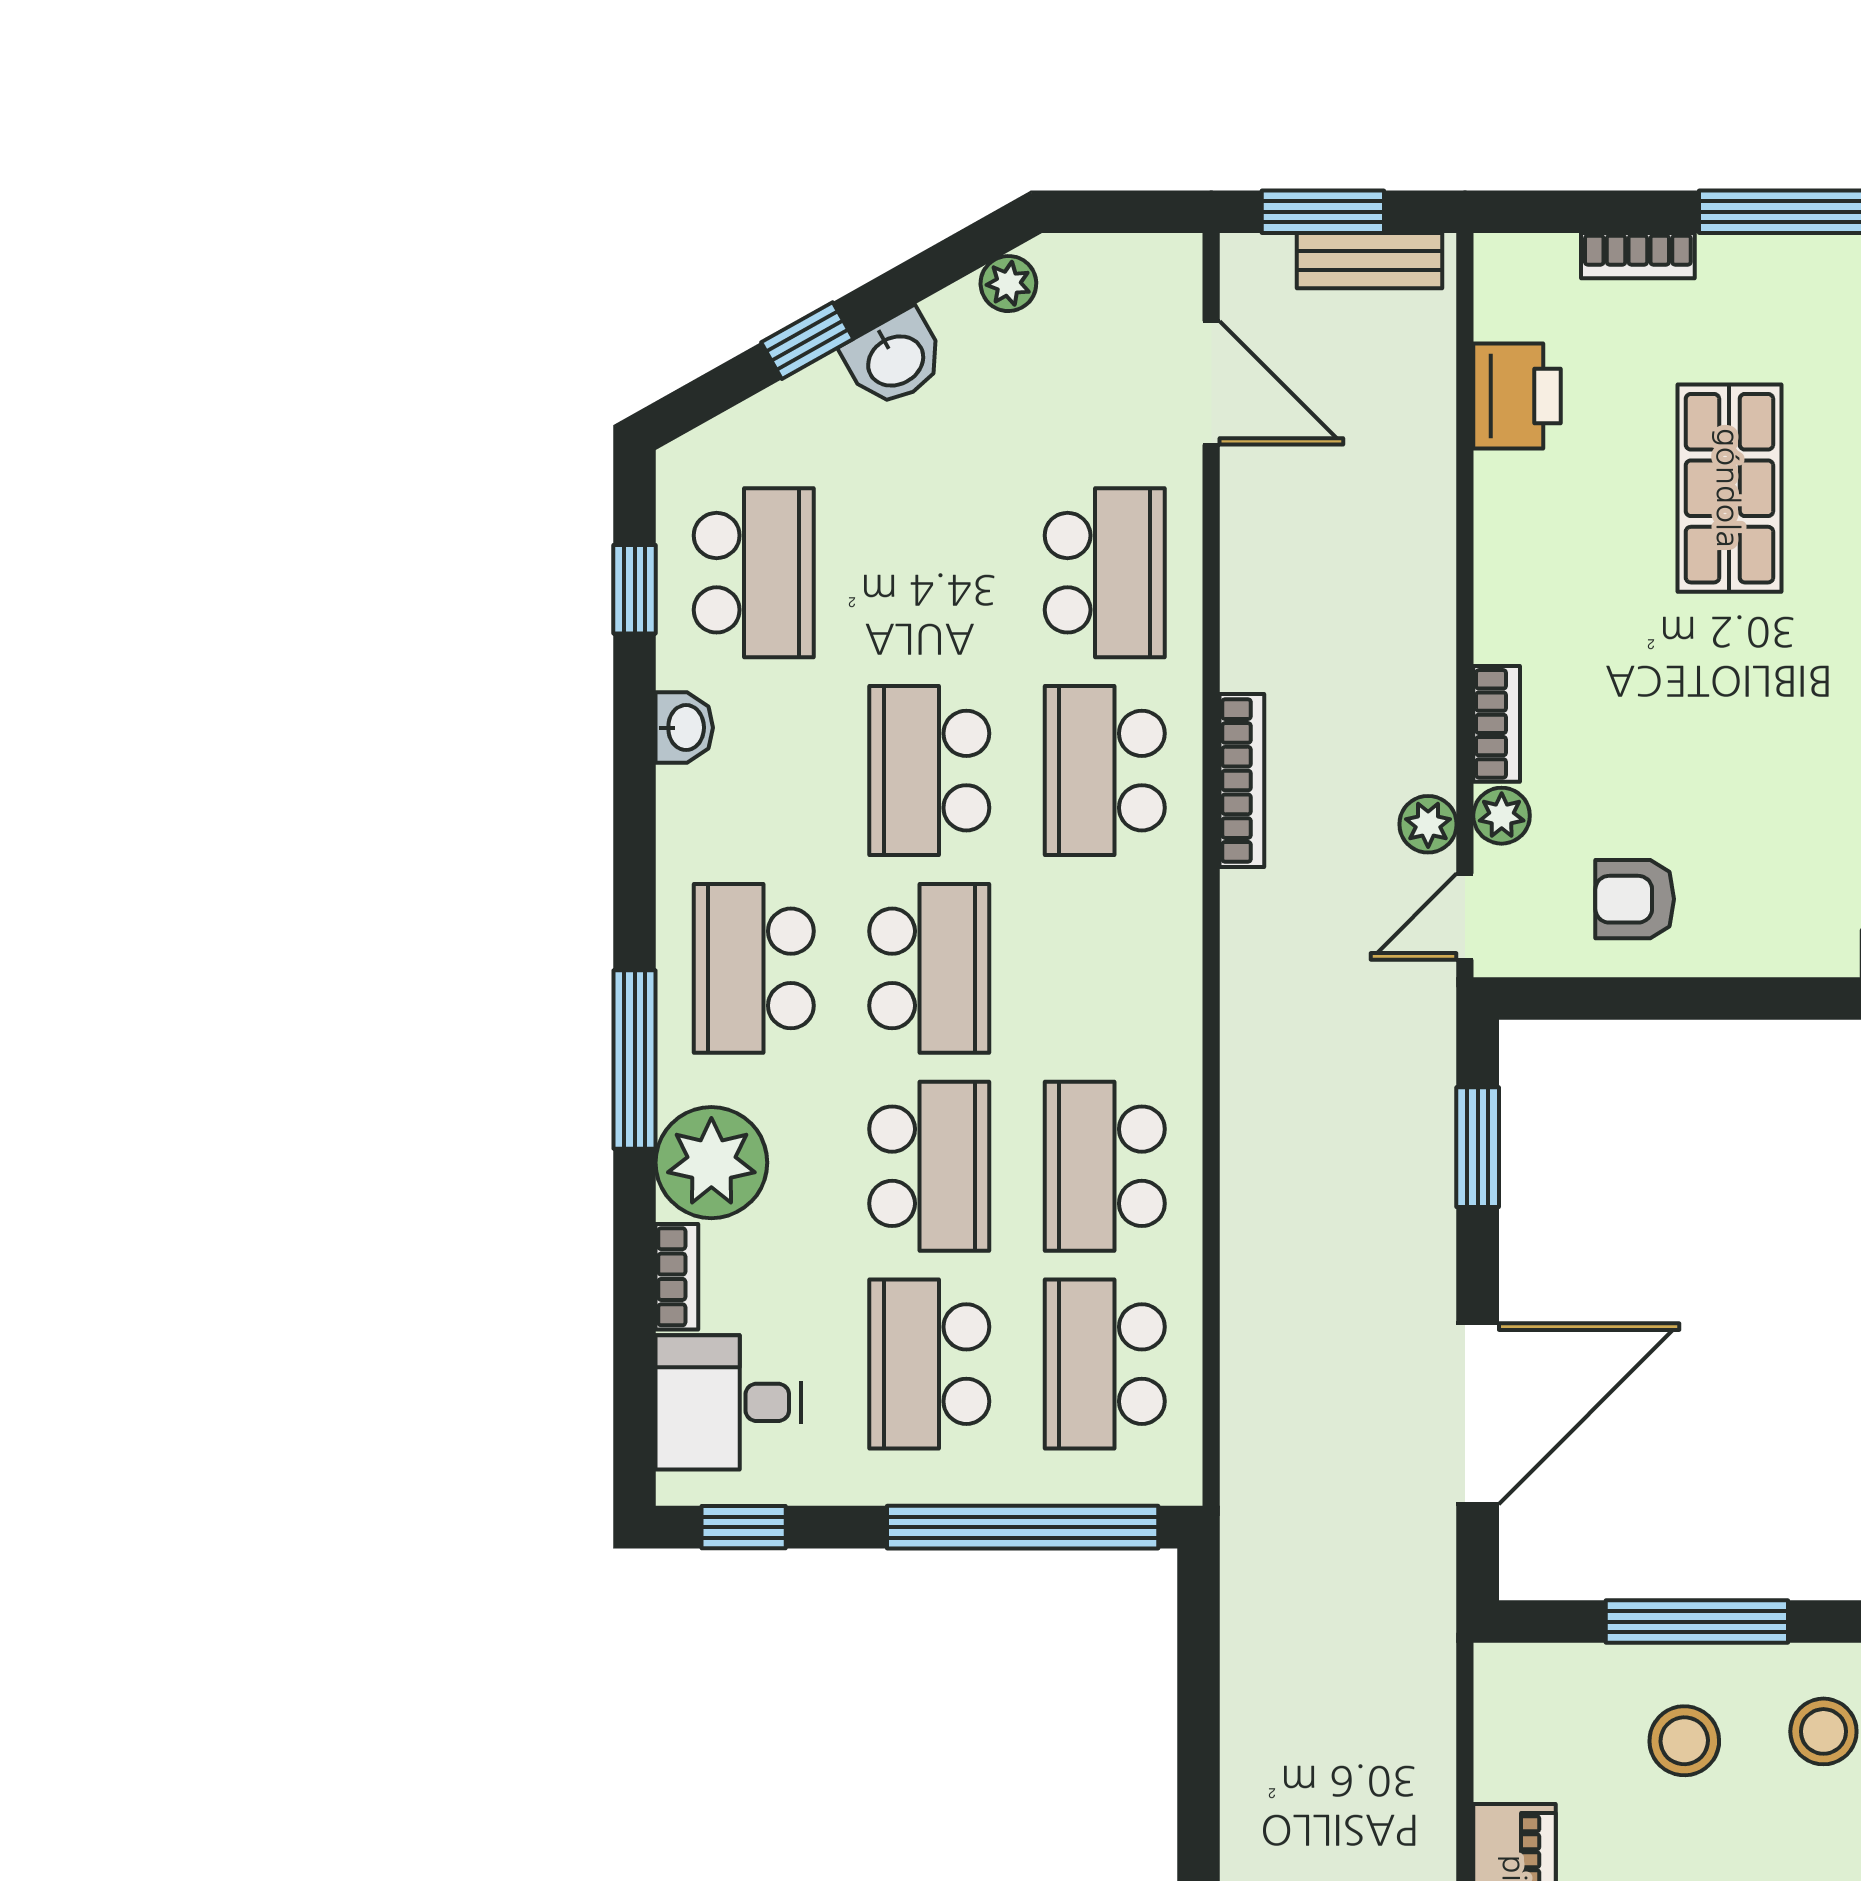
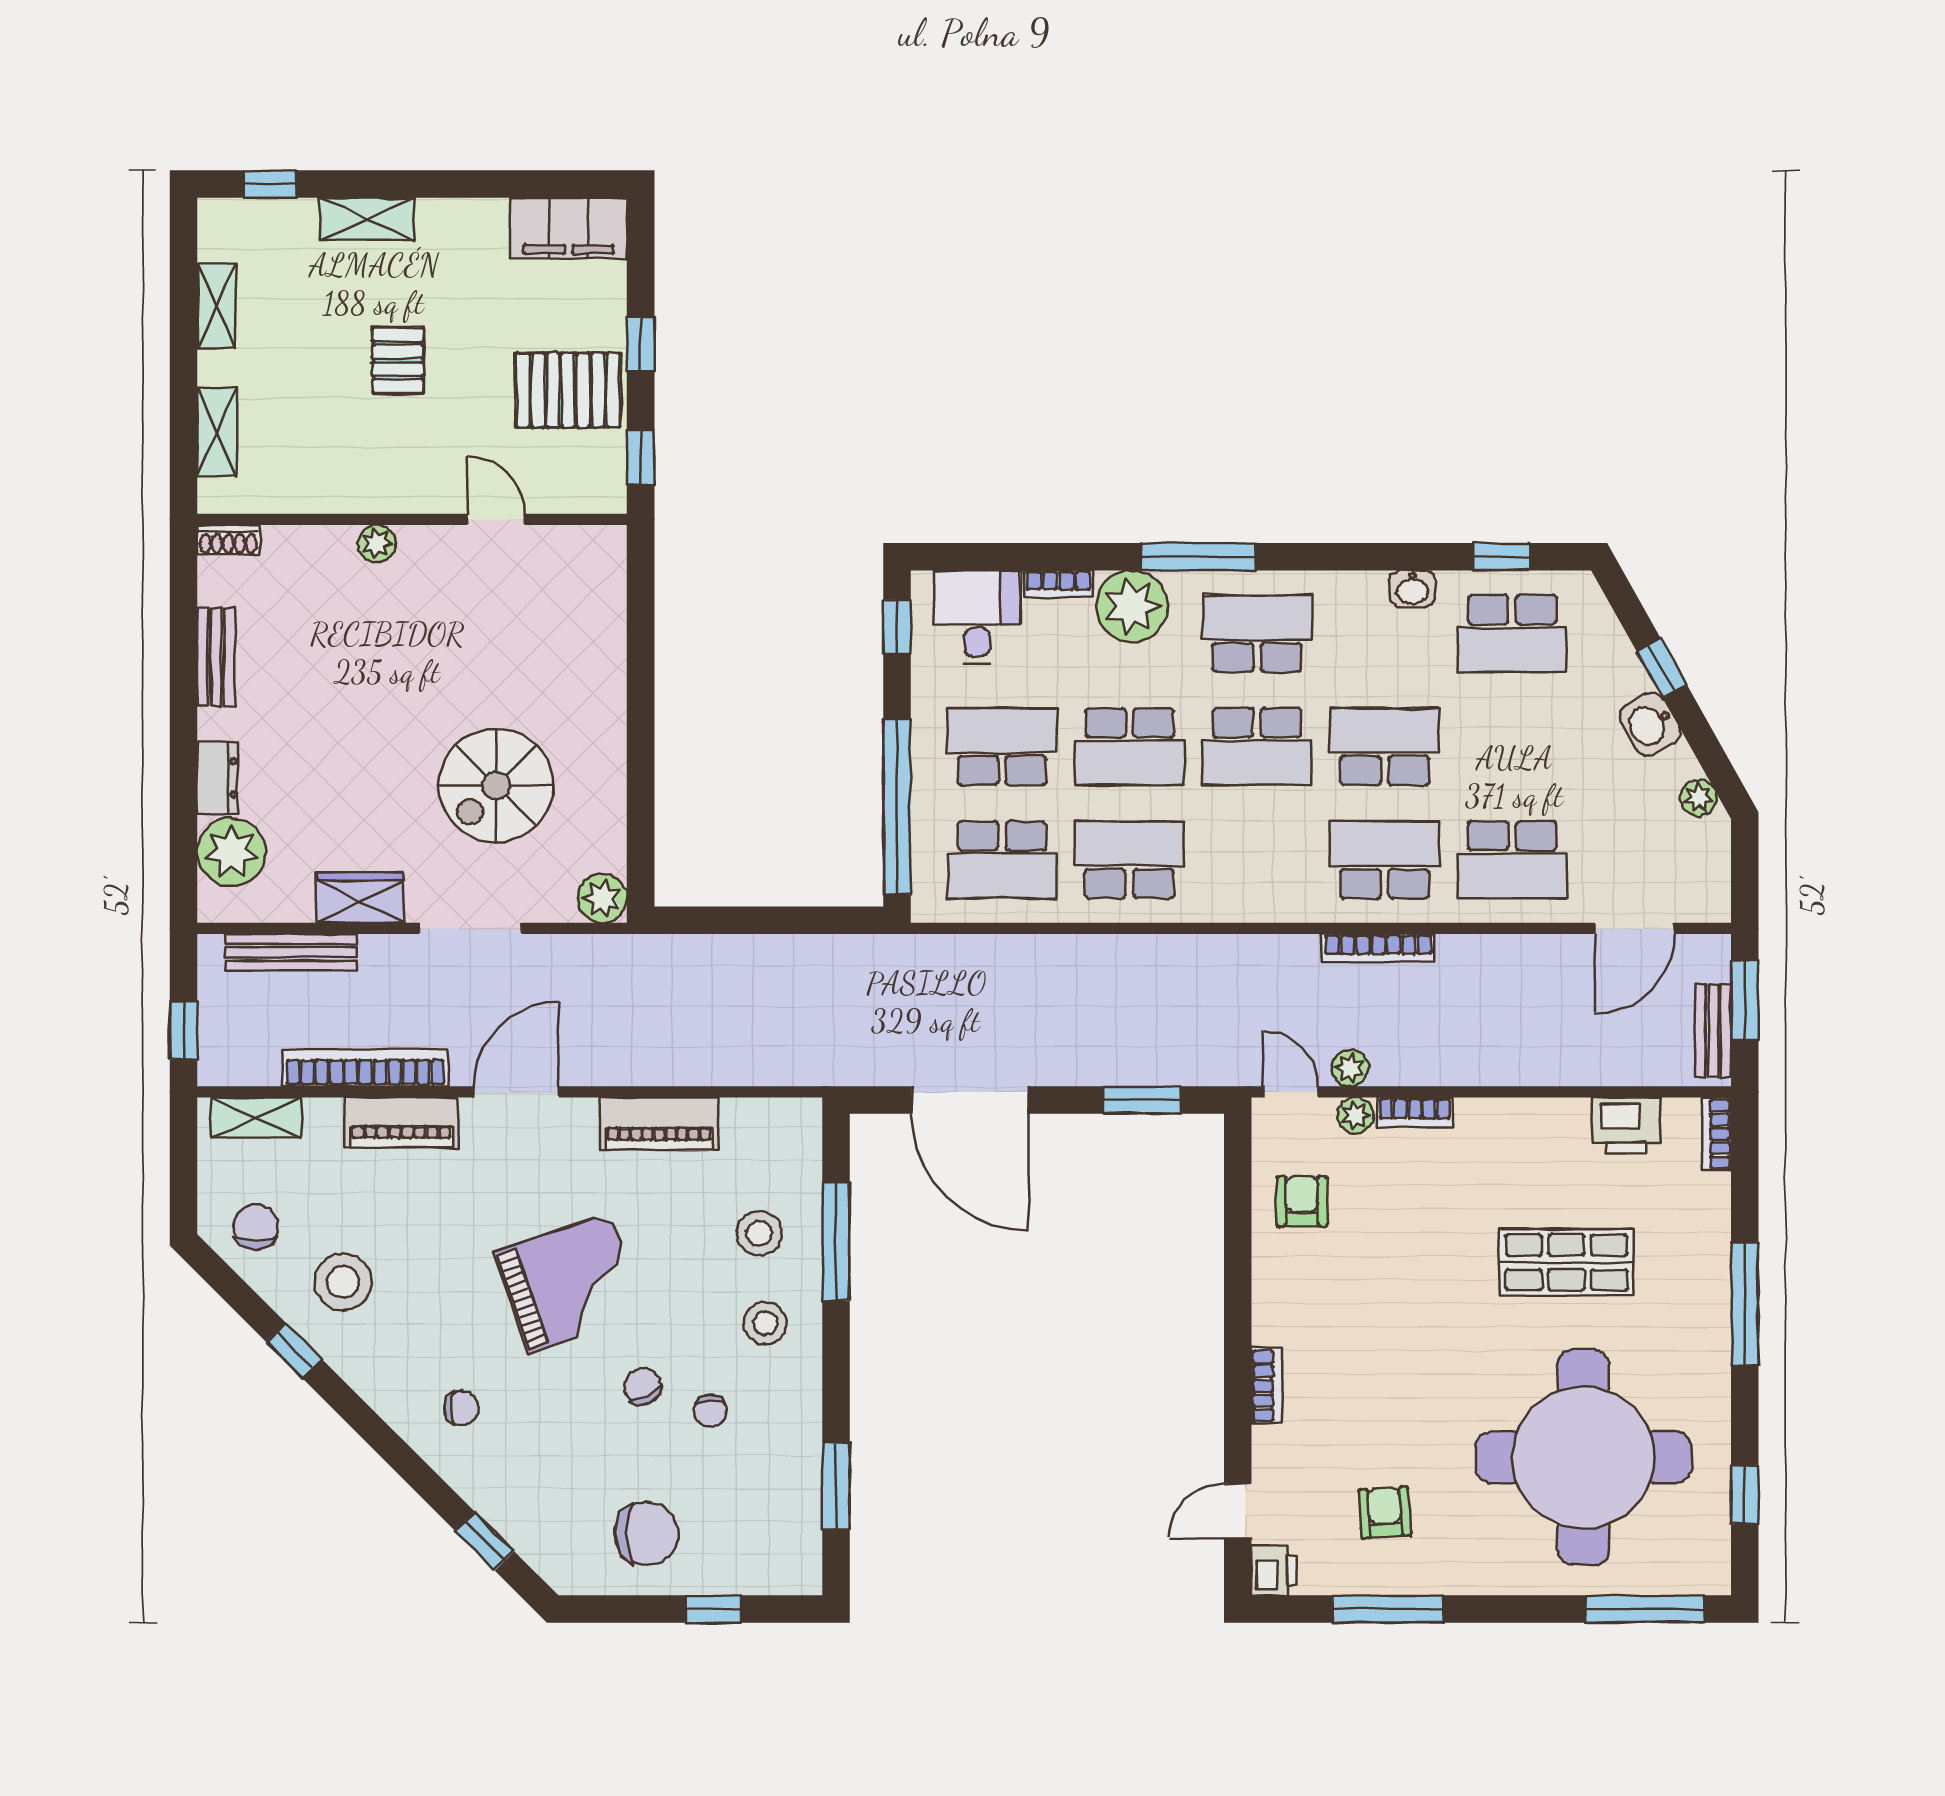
bookcase: (1638, 256) -> (1716, 1134), moved
school desk: (1105, 1364) -> (1002, 860), turned 180

